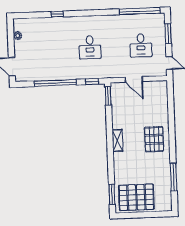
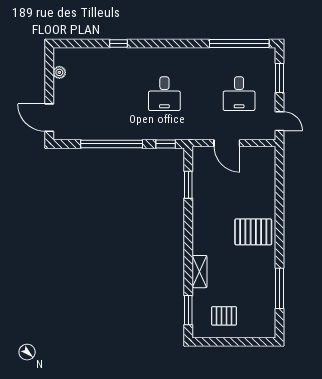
window: (108, 96) -> (188, 185), moved
pallet: (154, 139) -> (253, 232), turned 90
shelving: (117, 141) -> (200, 272), moved
pallet: (136, 197) -> (224, 316), width x0.49, depth x0.50

